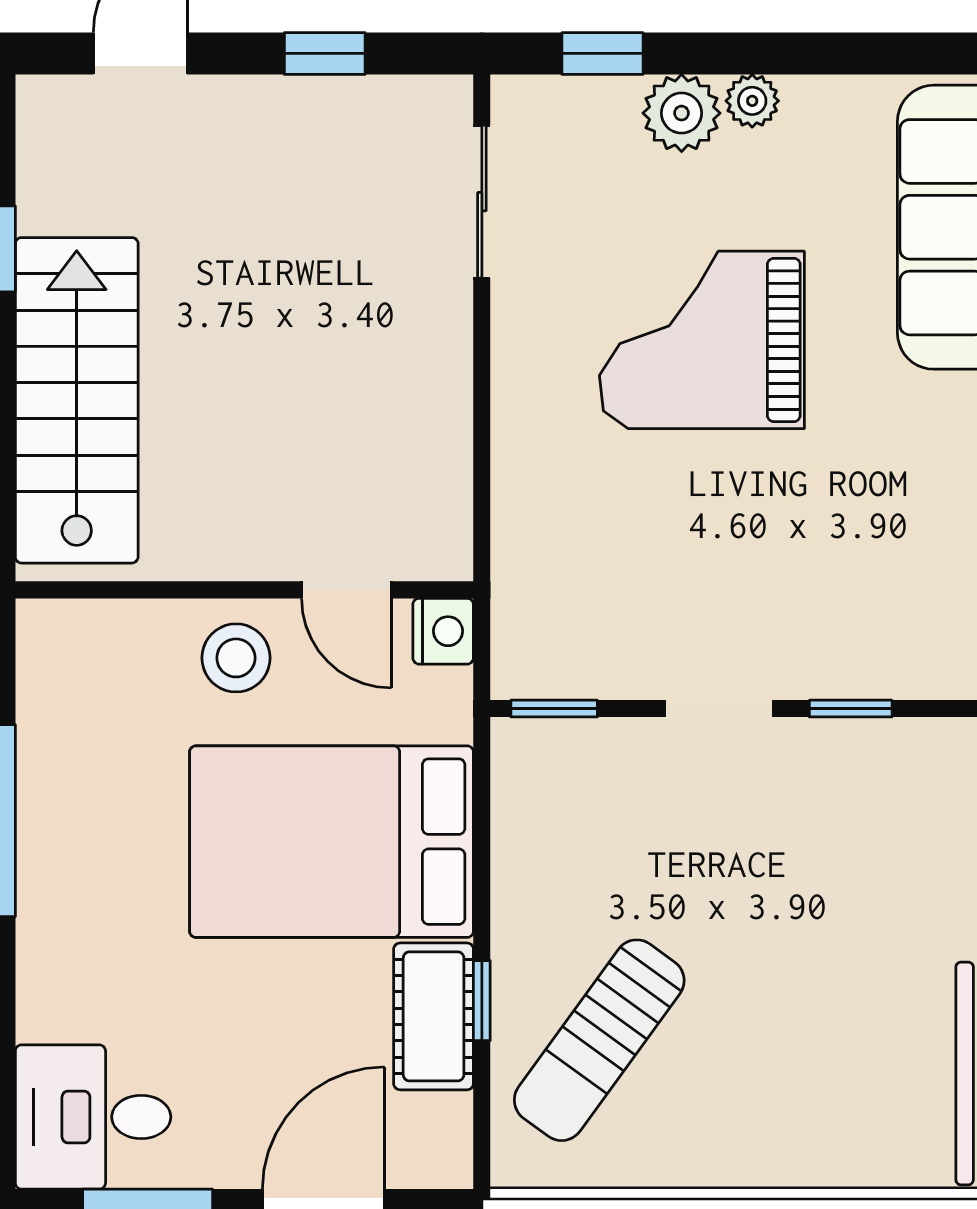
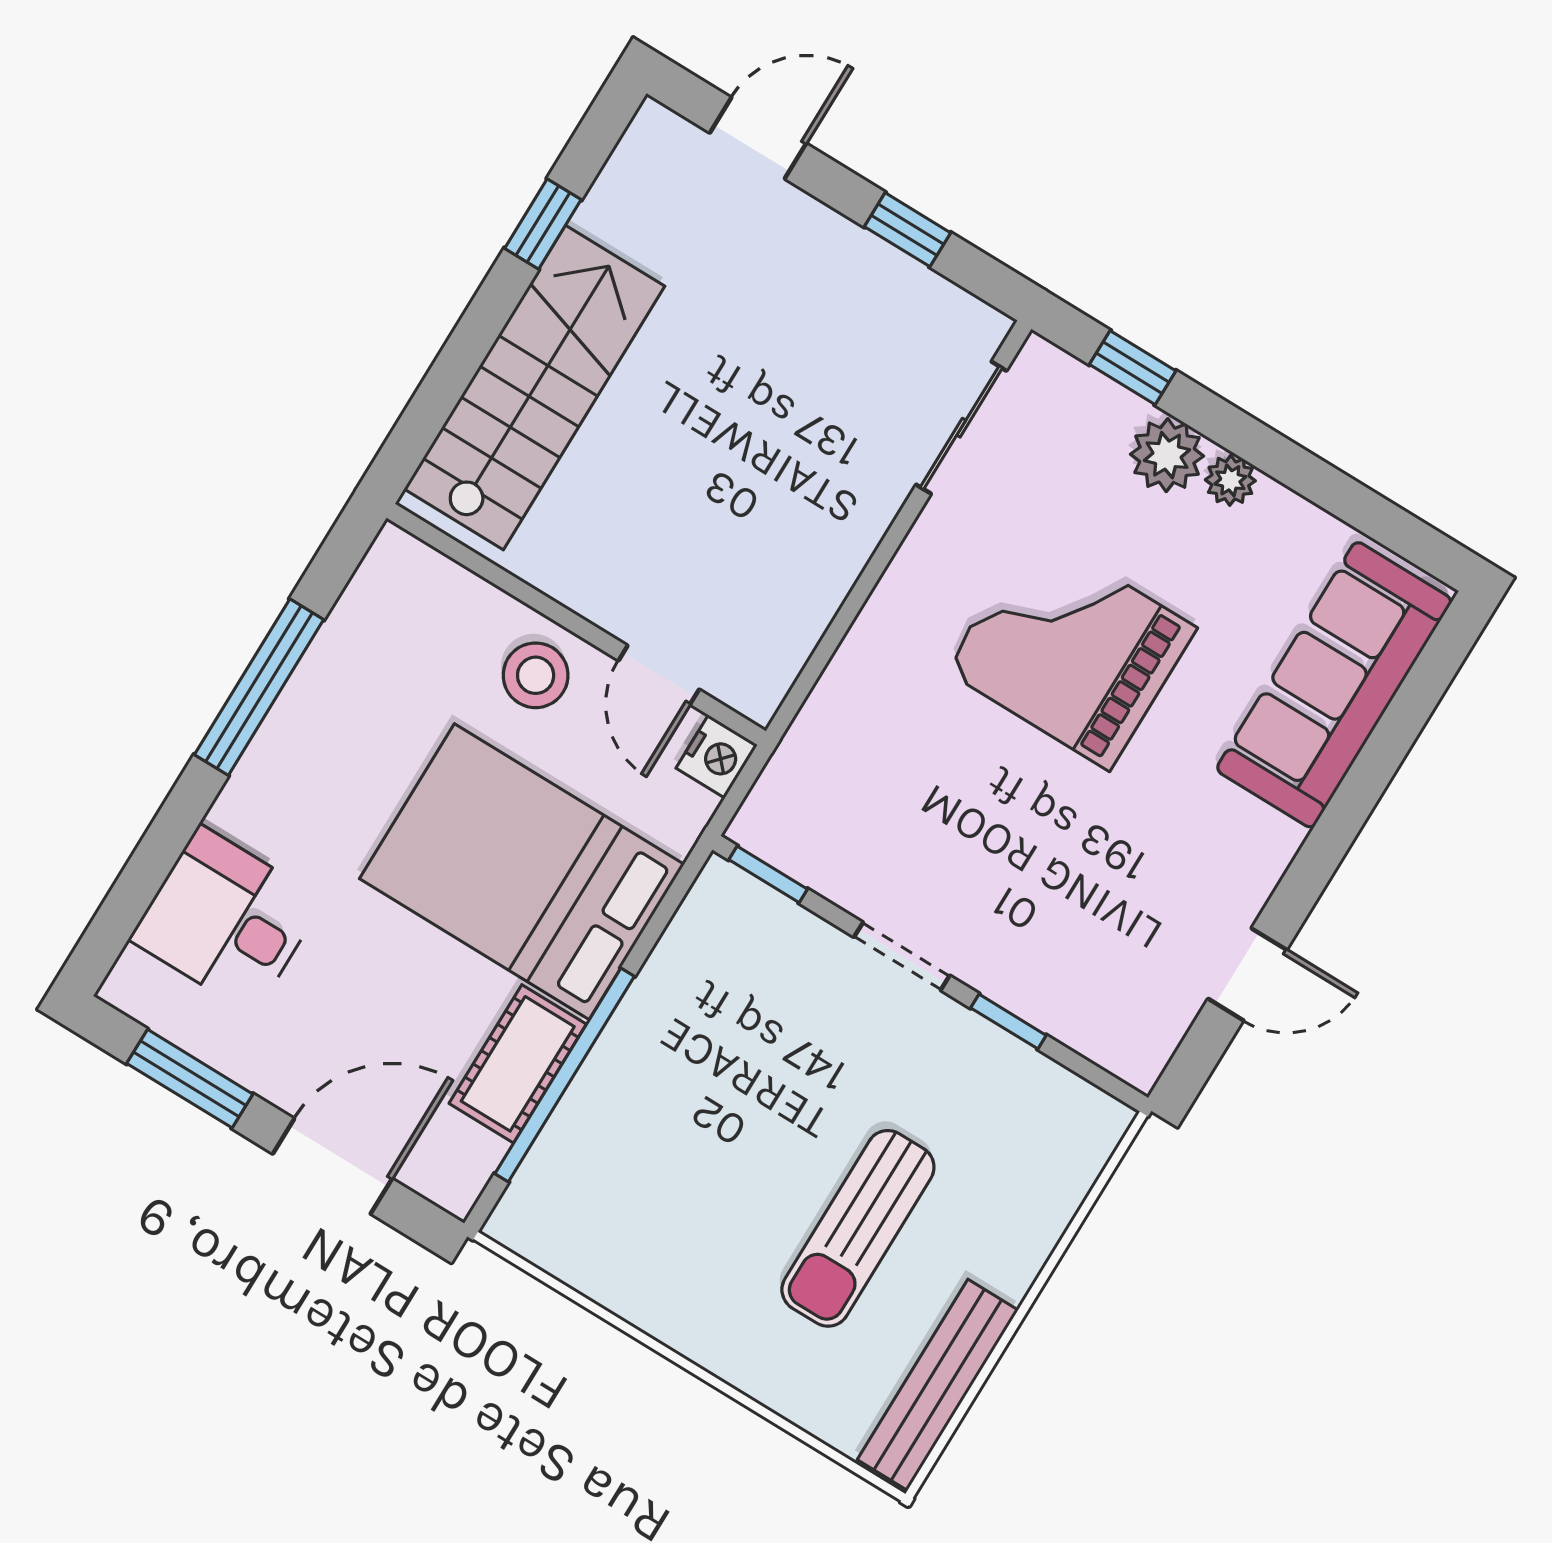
window: (482, 1001) -> (565, 1075), width x3.17
sun lounger: (599, 1040) -> (858, 1228), moved, turned -36
desk: (93, 1117) -> (226, 920), moved

